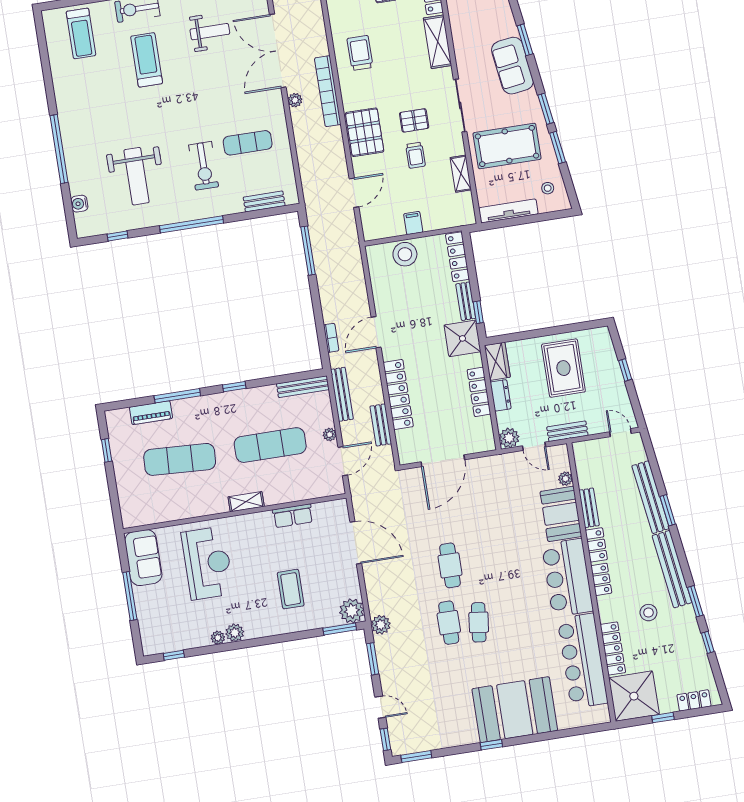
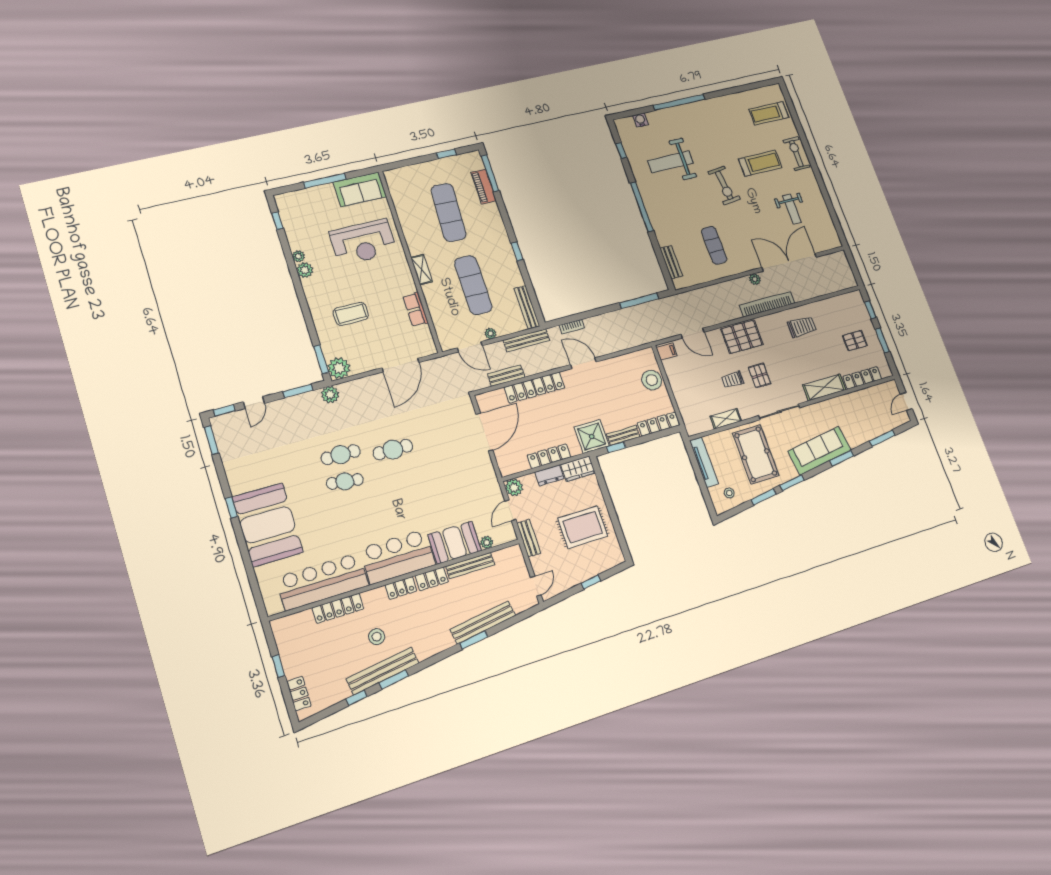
sofa: (512, 66) -> (820, 451), width x1.36
exercise bike: (204, 166) -> (724, 185), moved, turned -96
filing cabinet: (413, 223) -> (667, 352), moved
window: (177, 396) -> (490, 173), moved
door: (443, 461) -> (484, 432), swing flipped
bench: (589, 508) -> (470, 565), width x1.36
bench: (672, 569) -> (383, 671), moved
shower: (634, 696) -> (295, 635), removed

